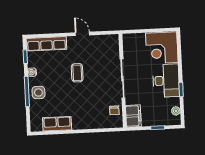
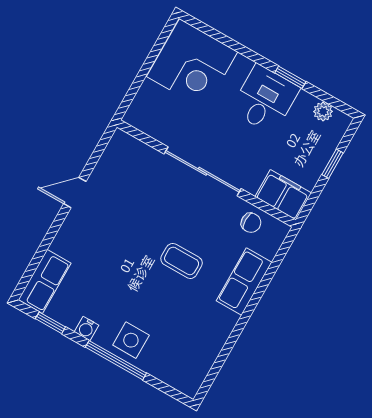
row of seats: (46, 44) -> (45, 281), width x0.68
coffee table: (77, 73) -> (182, 261), moved
desk: (166, 81) -> (265, 99), width x0.73
row of seats: (57, 124) -> (244, 282), moved

